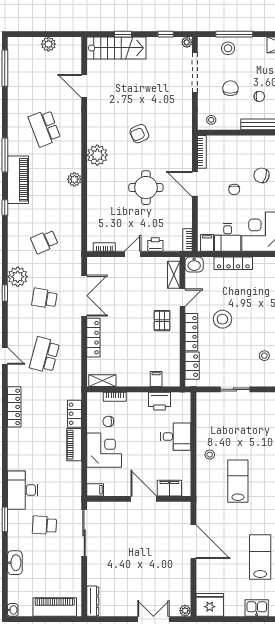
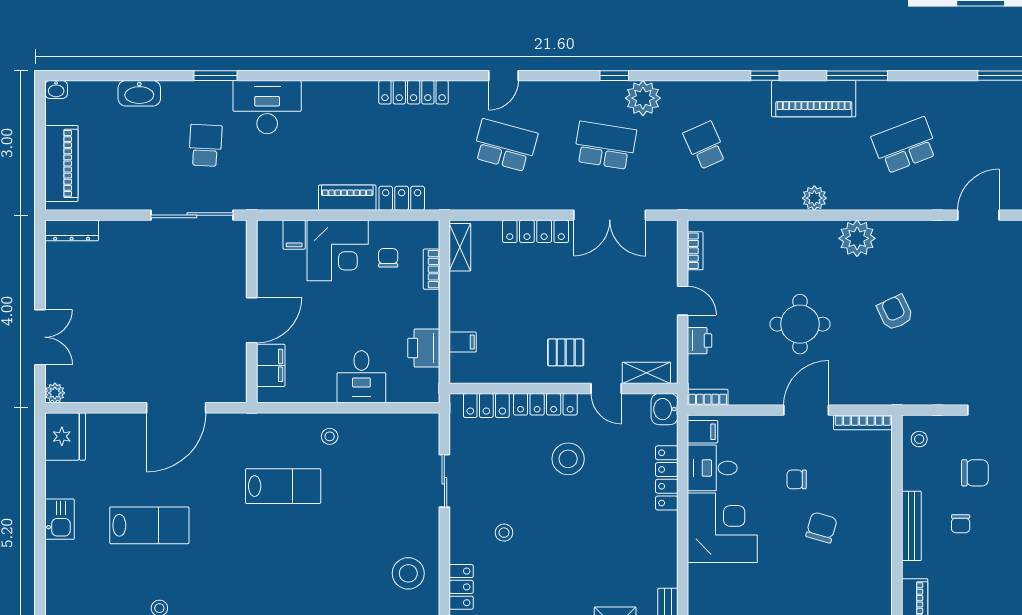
school desk: (44, 298) -> (605, 145), width x1.85
filing cabinet: (95, 490) -> (294, 235), moved

